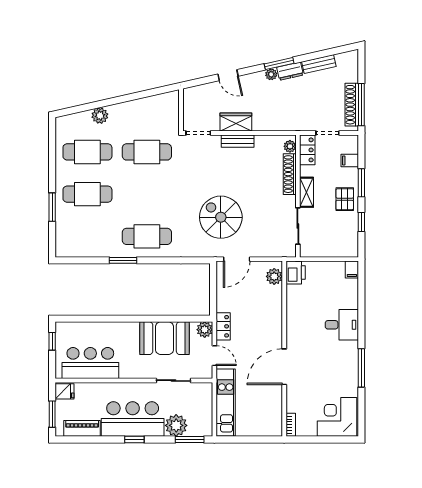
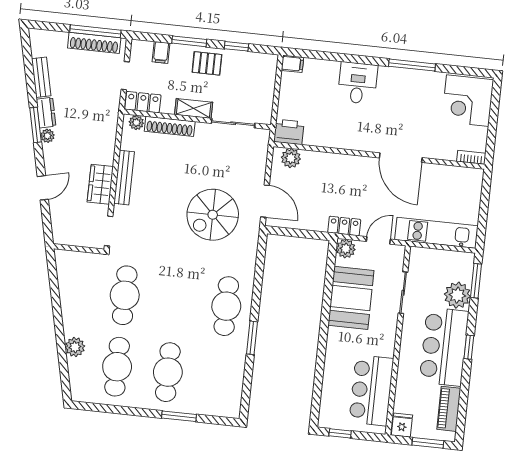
bench: (238, 141) -> (124, 178), width x1.36

